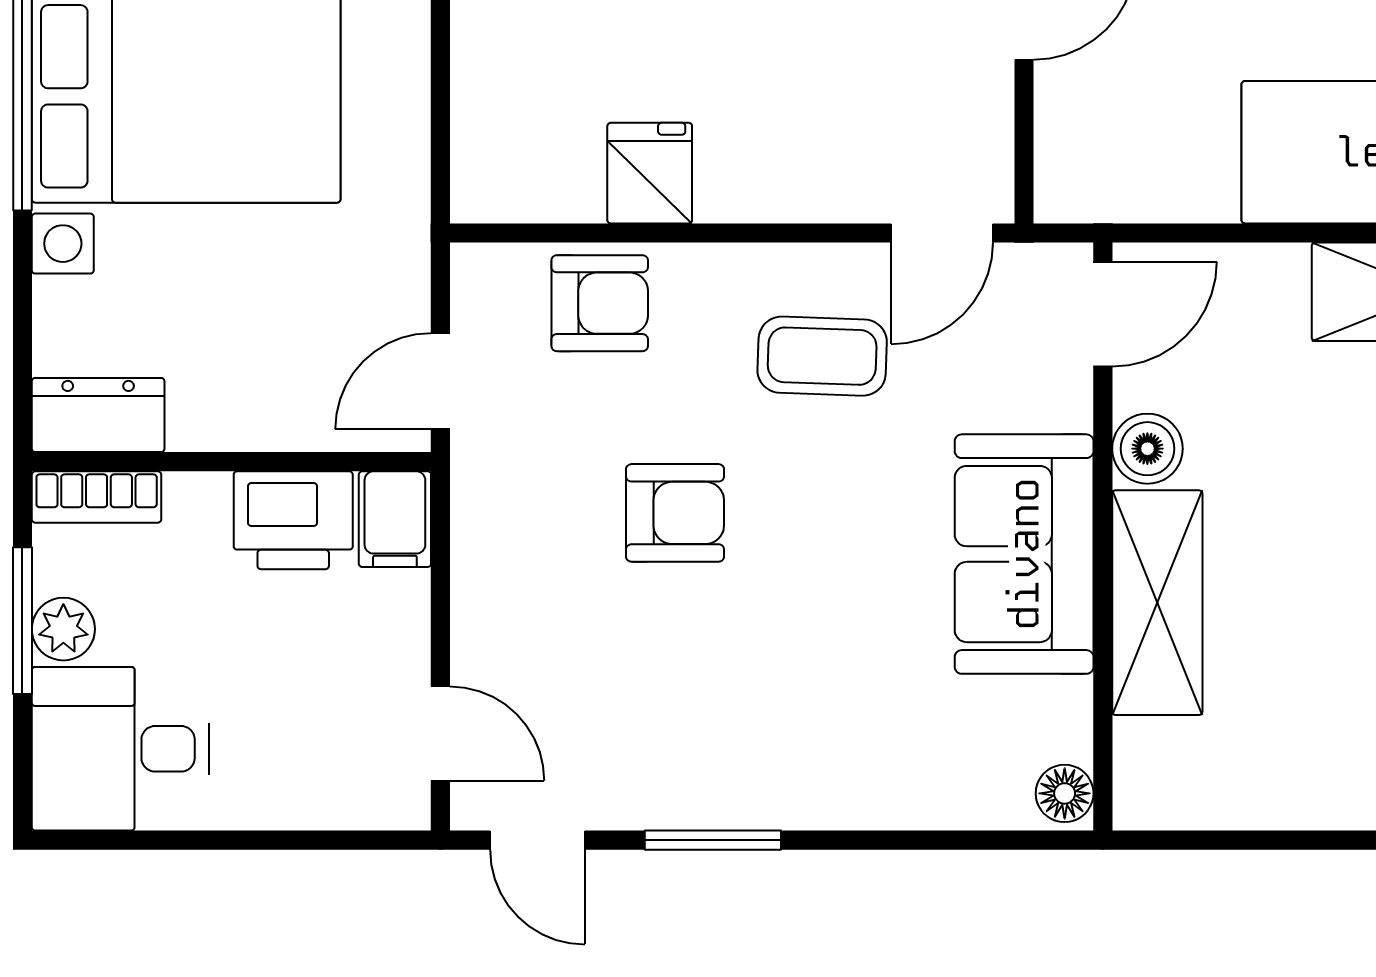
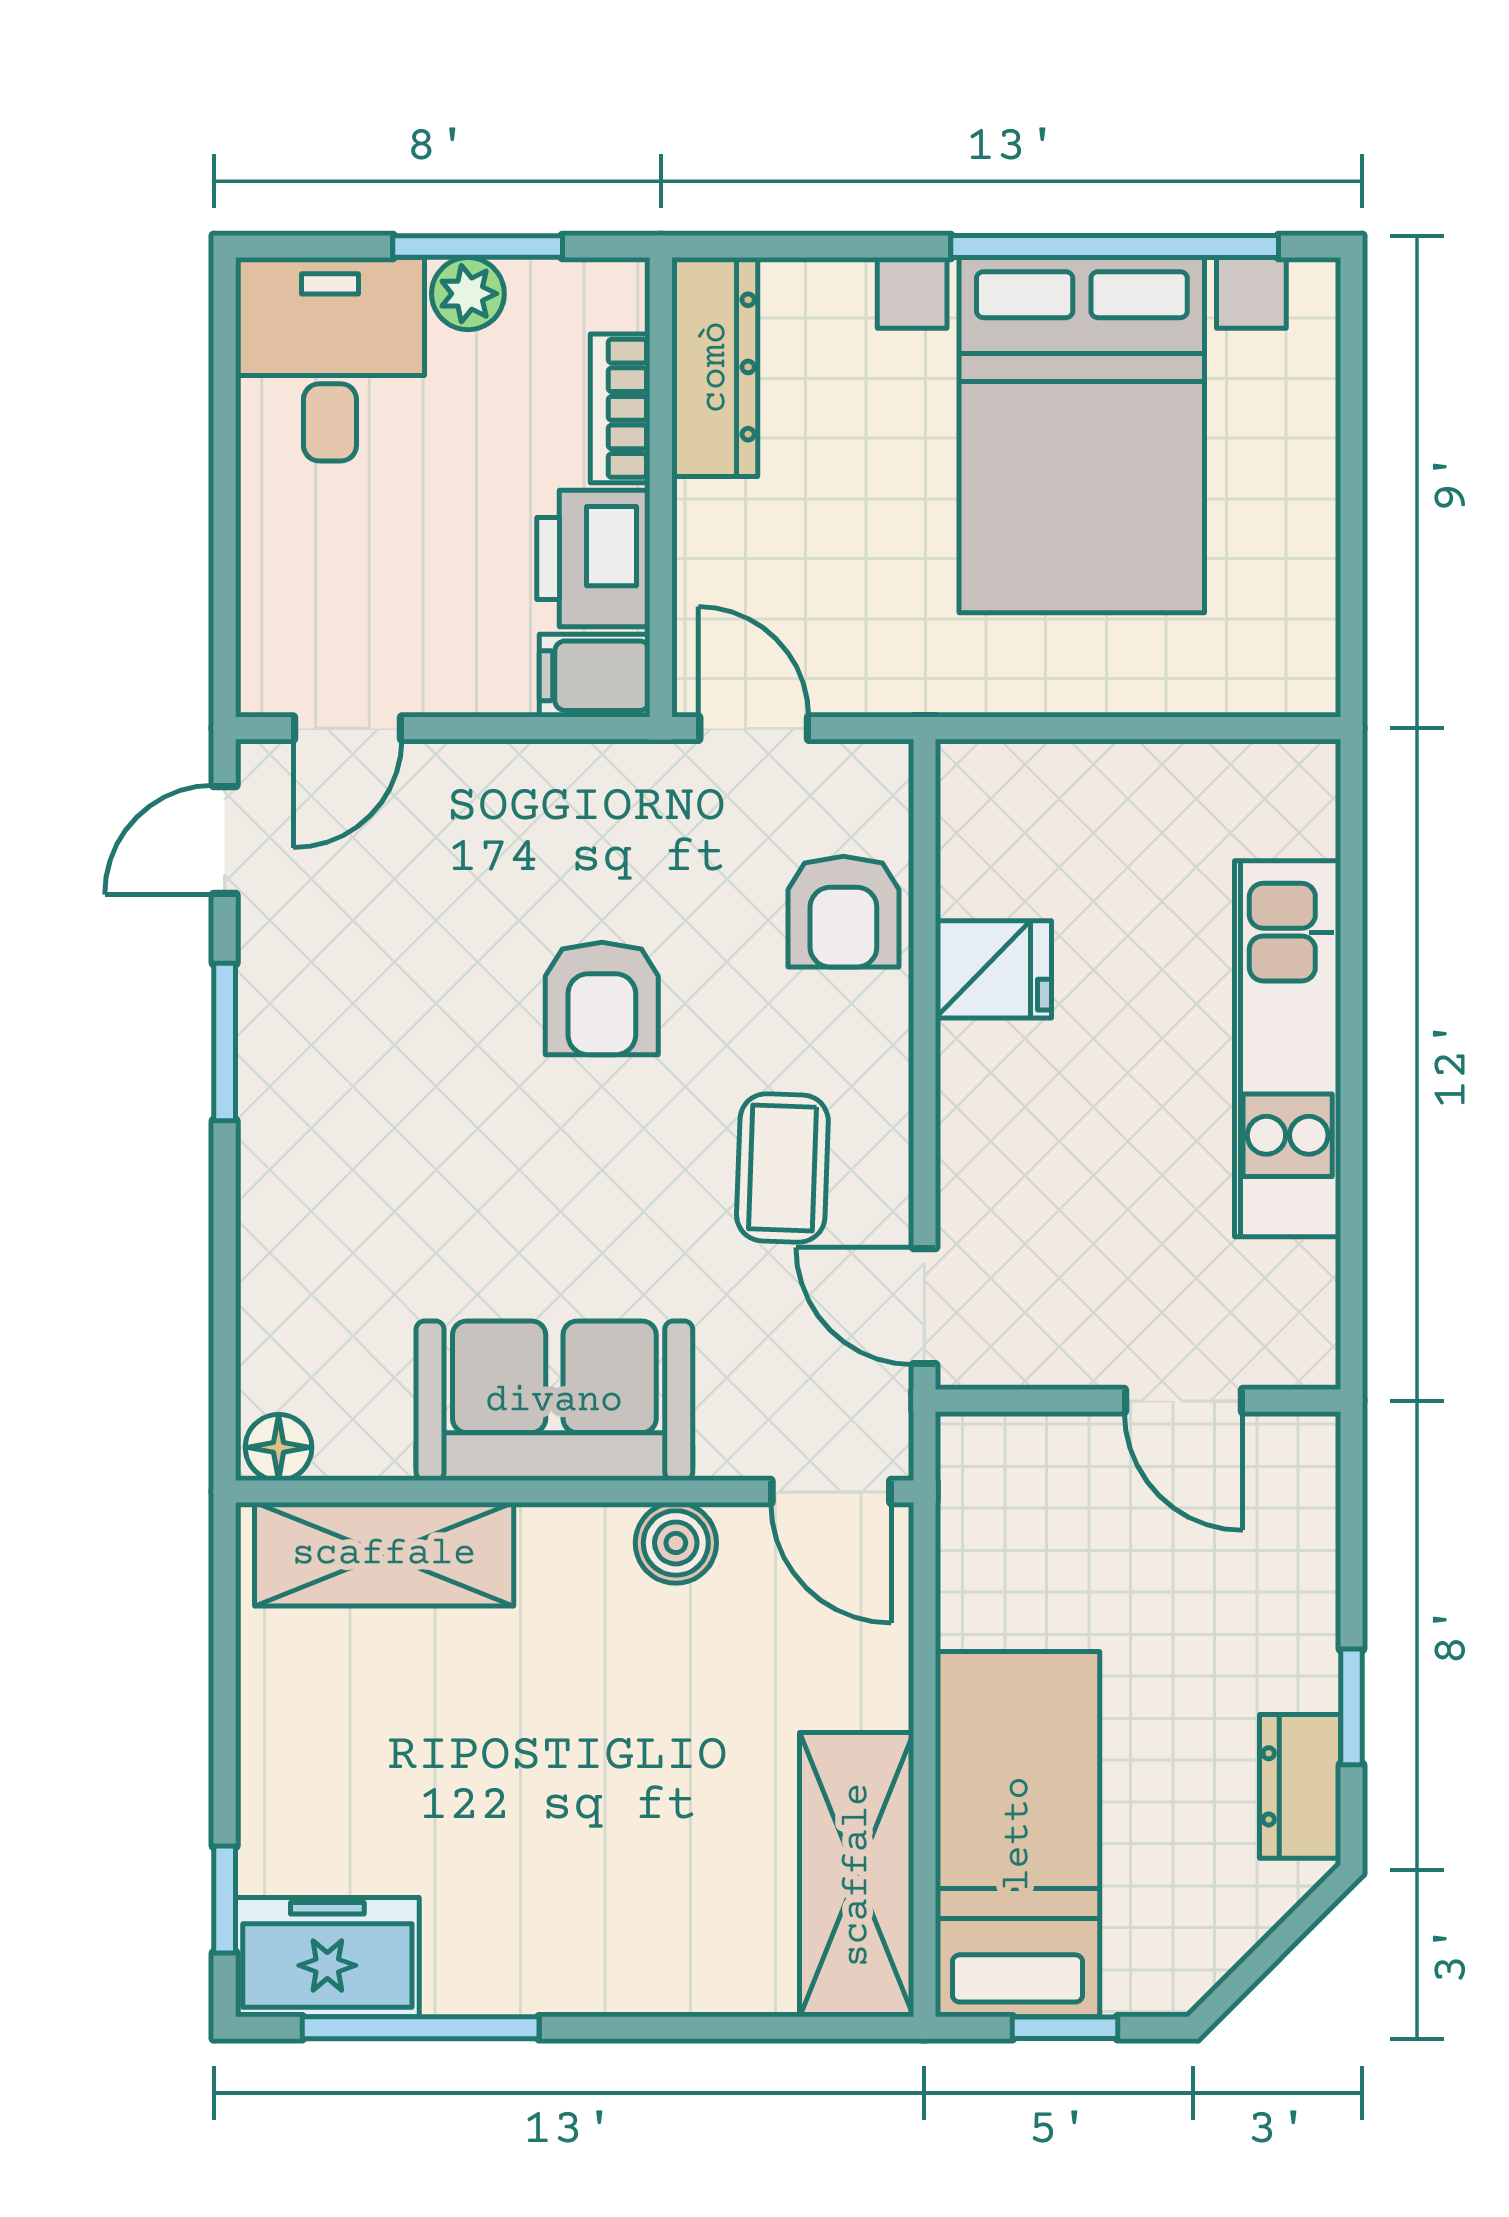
dresser: (98, 415) -> (715, 367), width x1.44
bookcase: (97, 497) -> (620, 408), moved
shelving: (1157, 603) -> (384, 1554), moved

